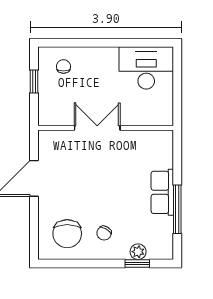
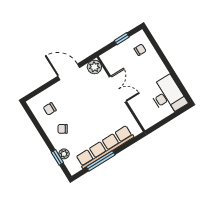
plant: (49, 141) -> (94, 67), added
row of seats: (162, 192) -> (105, 147), width x2.02
chair: (67, 234) -> (50, 109), width x0.54, depth x0.54

